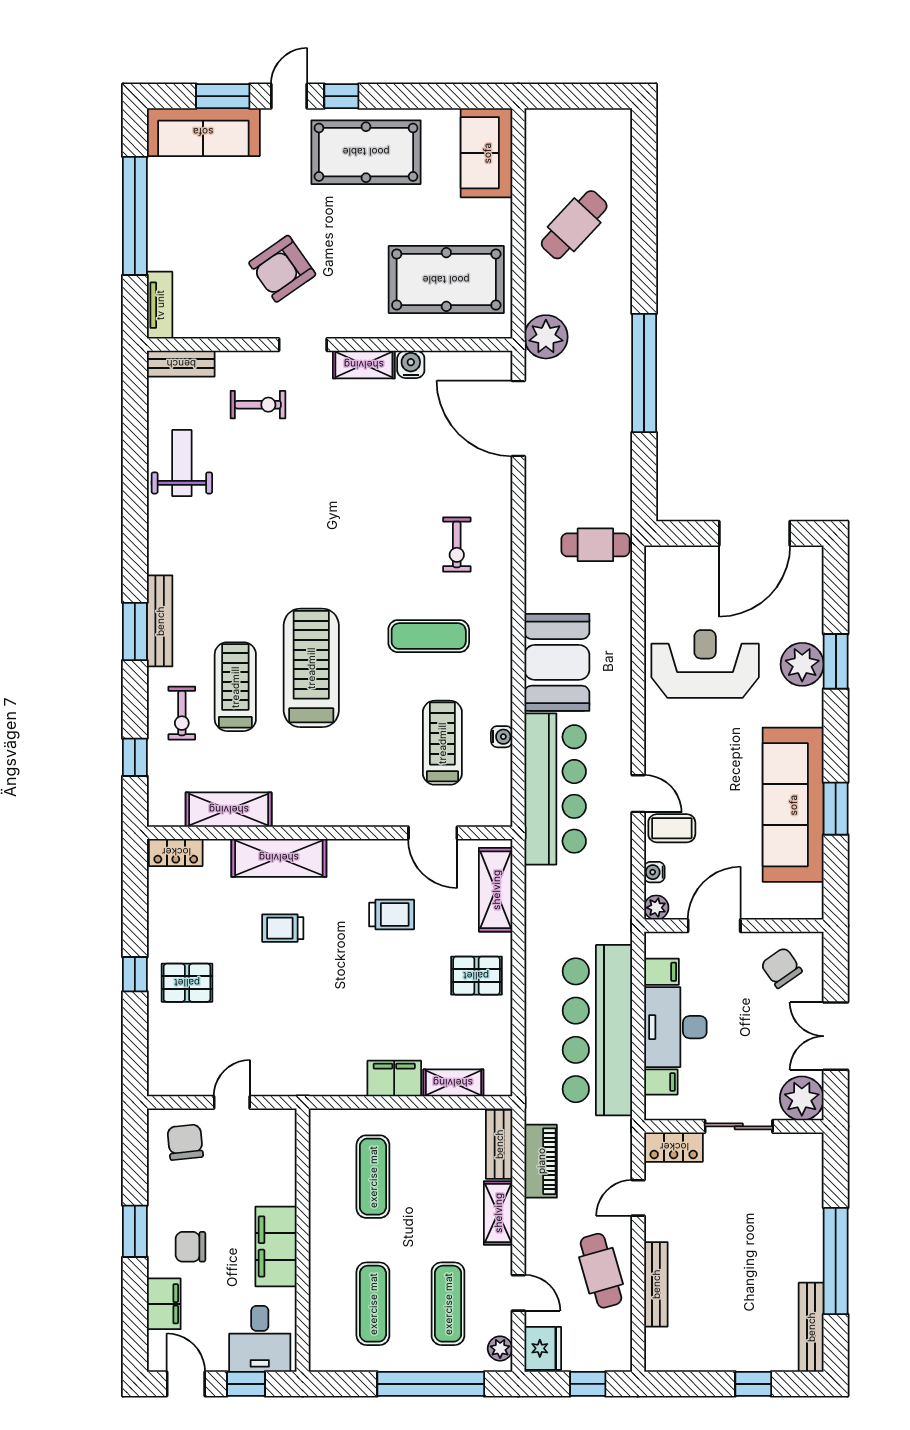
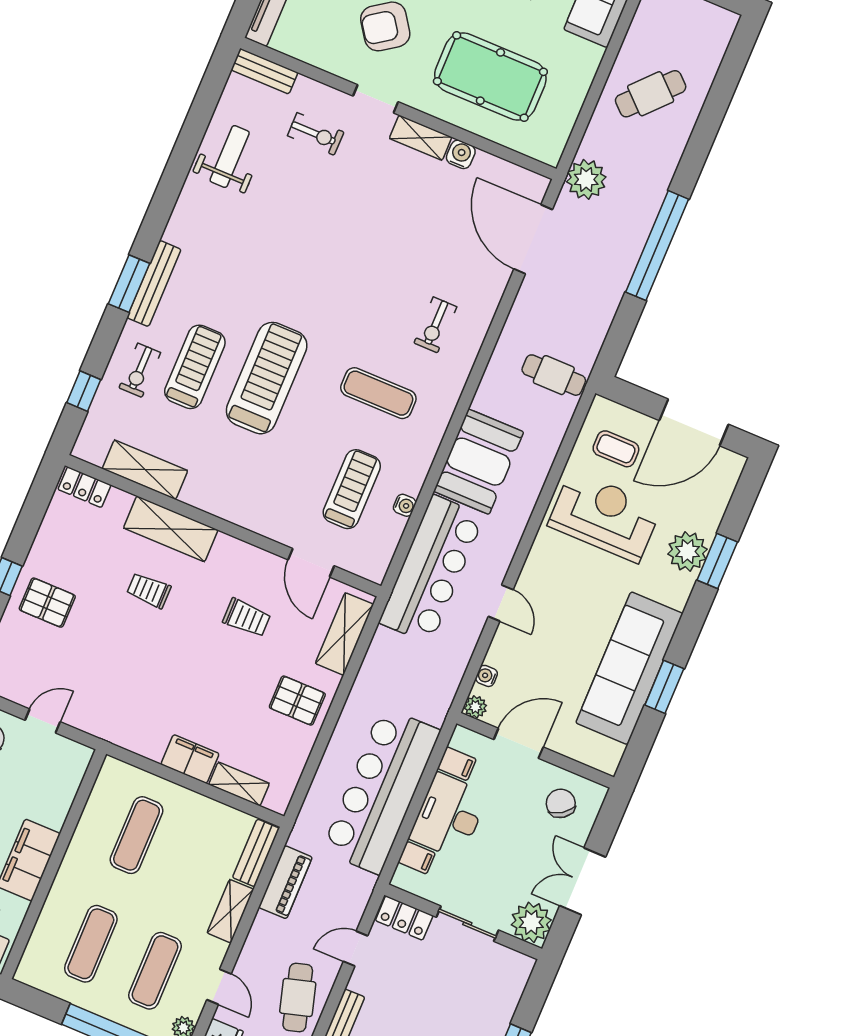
pool table: (446, 280) -> (490, 77), moved
coffee table: (672, 828) -> (616, 449), moved

